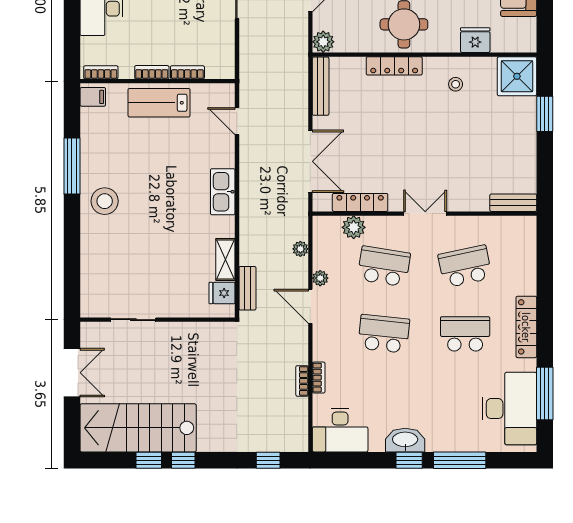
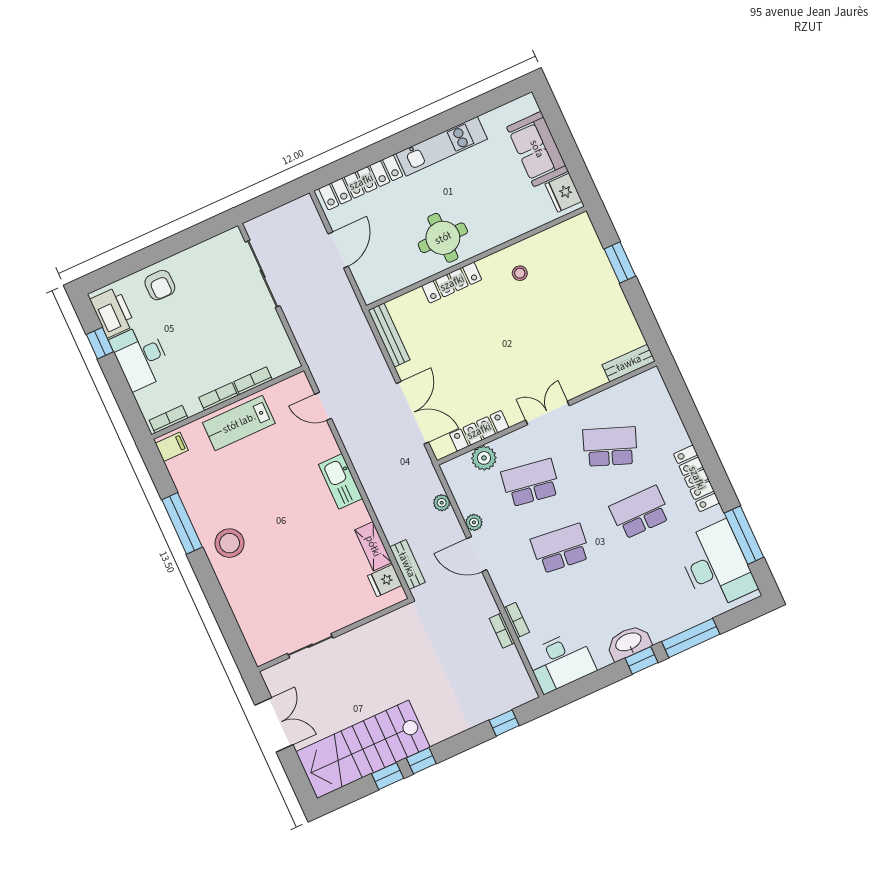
fridge: (475, 40) -> (564, 193), moved, turned -90
plant: (323, 42) -> (372, 291), removed
shower: (517, 76) -> (576, 238), removed
school desk: (465, 266) -> (610, 447), turned 33

